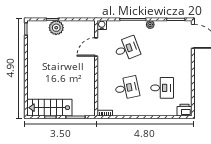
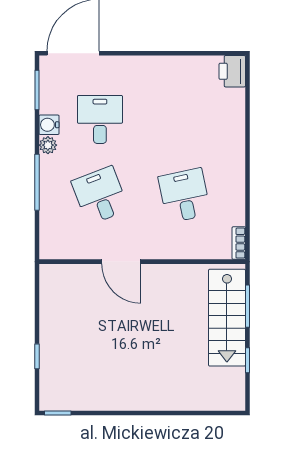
water cooler: (102, 25) -> (49, 125), moved
plant: (56, 28) -> (55, 348), removed
door: (96, 47) -> (121, 262), moved
desk: (162, 88) -> (100, 119), moved
stairs: (49, 108) -> (227, 318), moved

